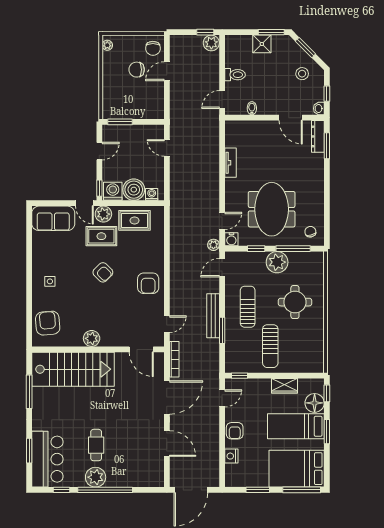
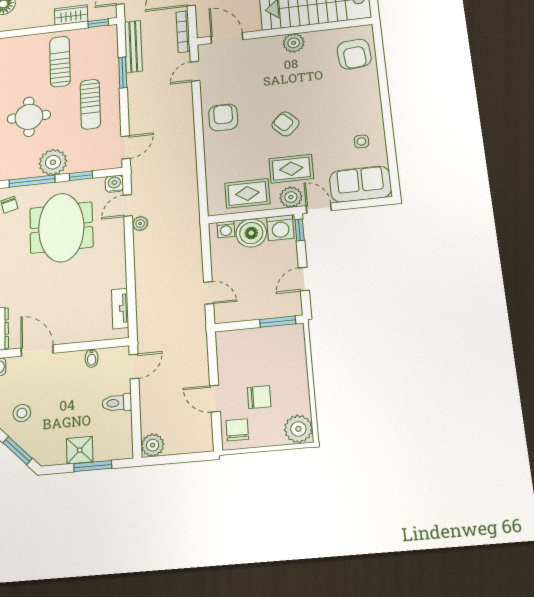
window: (205, 32) -> (162, 460), removed
window: (271, 32) -> (93, 466), moved
plant: (107, 45) -> (298, 429), width x1.87, depth x1.87
door: (167, 71) -> (215, 399), swing flipped
tv unit: (230, 163) -> (120, 309), moved
plant: (213, 245) -> (140, 224), moved
side table: (50, 281) -> (361, 141), moved
bench: (213, 316) -> (133, 46), moved
wardrobe: (285, 386) -> (71, 15), moved

